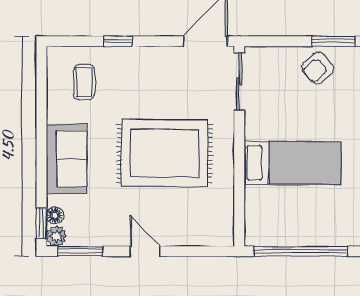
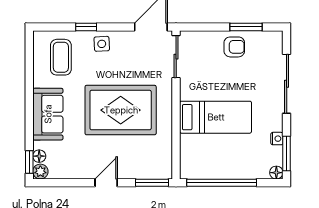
side table: (139, 64) -> (102, 44), added
armchair: (318, 68) -> (234, 47), turned -139
coffee table: (84, 82) -> (61, 57), width x1.36, depth x1.30
window: (80, 251) -> (152, 183), moved
door: (145, 251) -> (106, 183), hinge flipped

